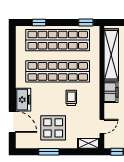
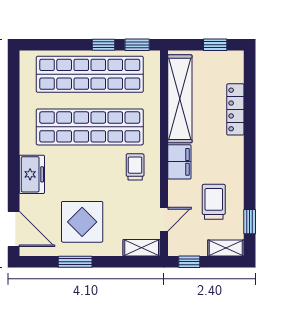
window: (39, 23) -> (103, 45), moved
trolley: (71, 98) -> (135, 167), moved
door: (12, 122) -> (14, 229), moved

